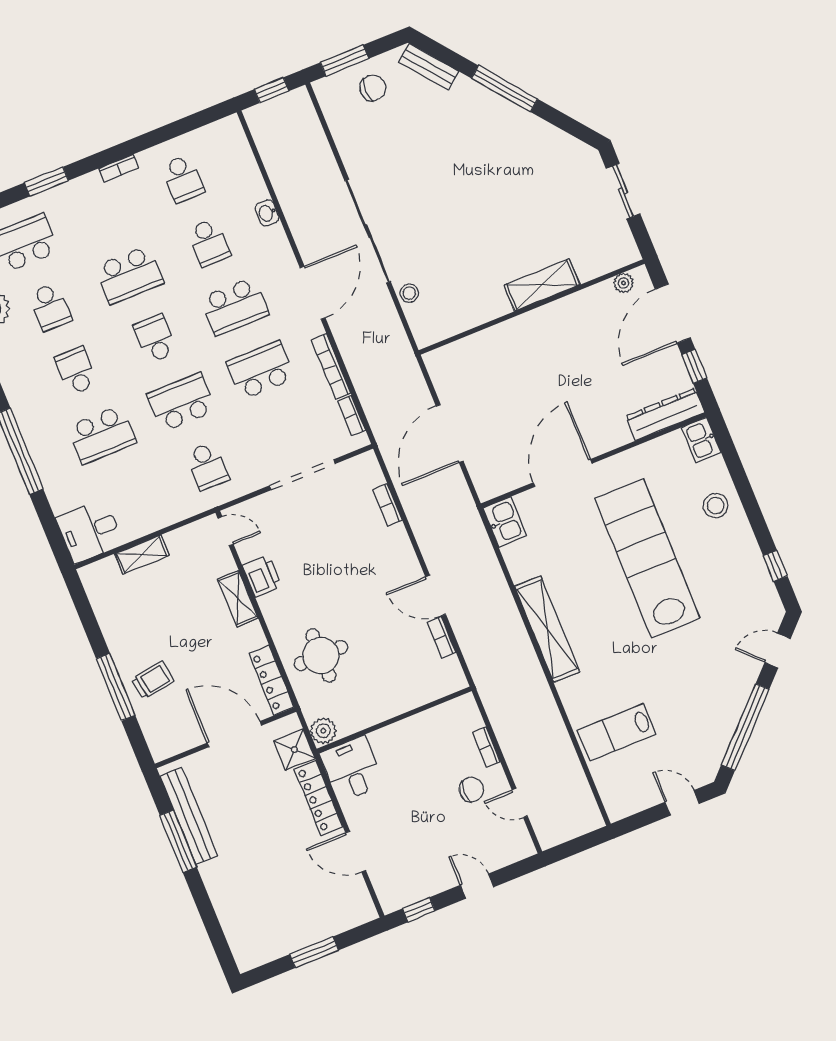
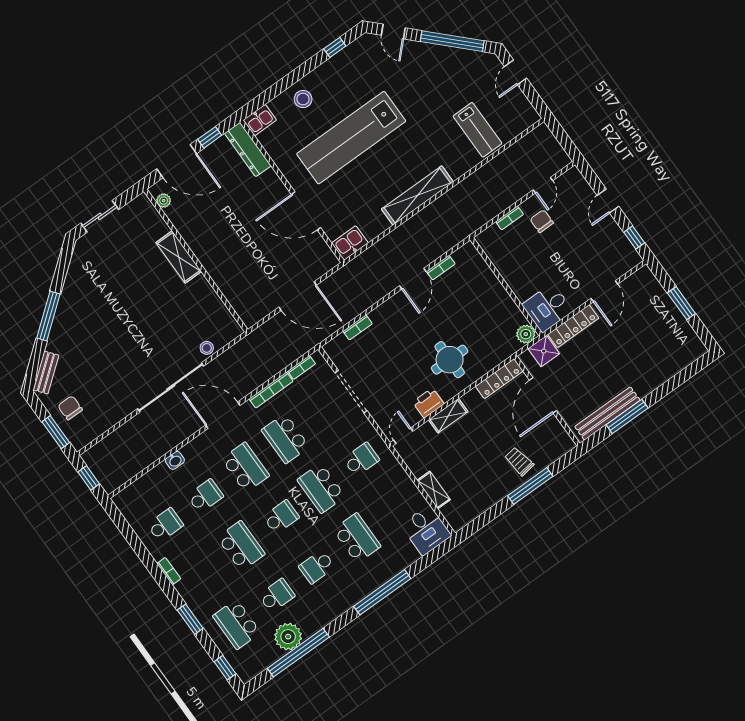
school desk: (155, 339) -> (281, 517), turned 180
round table: (321, 655) -> (450, 360), moved

